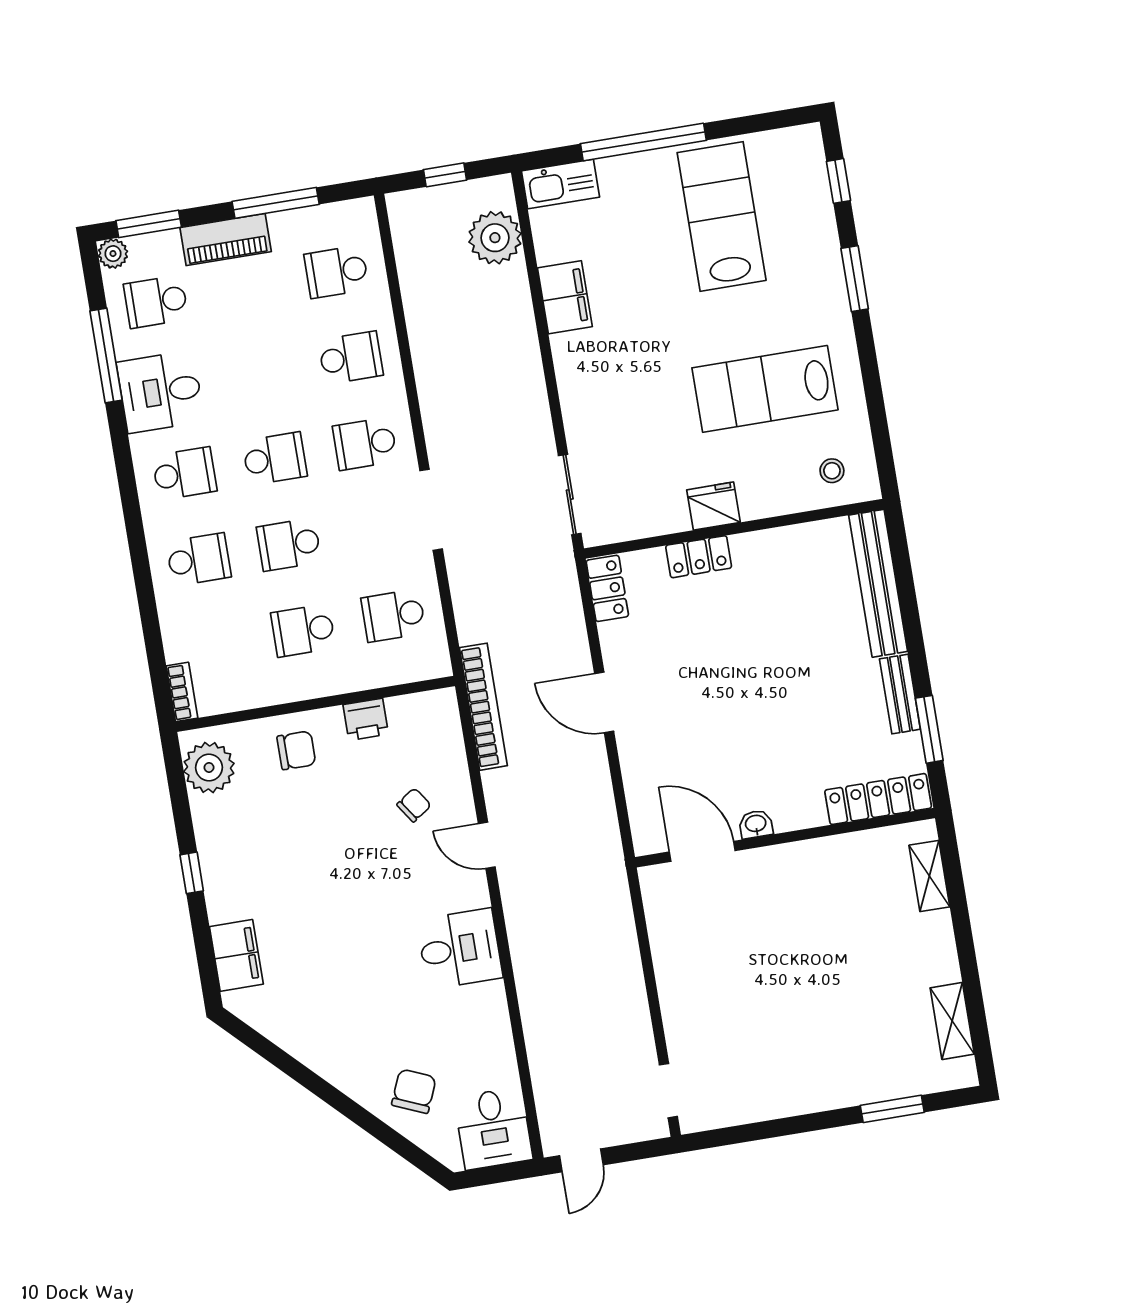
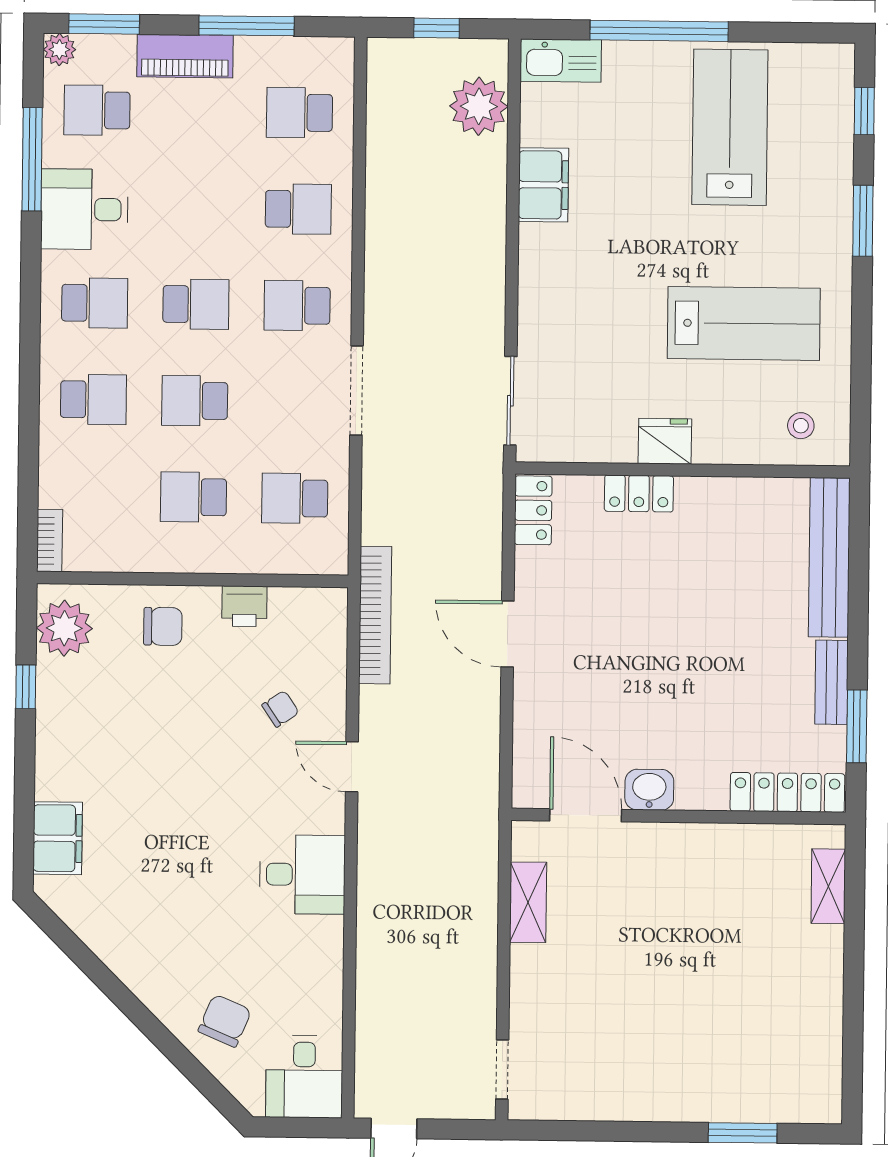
lab bench: (765, 389) -> (744, 323), turned 180
washbasin: (756, 824) -> (649, 790), width x1.38, depth x1.45
window: (192, 873) -> (26, 687), moved
shelving: (952, 1021) -> (528, 902), moved

